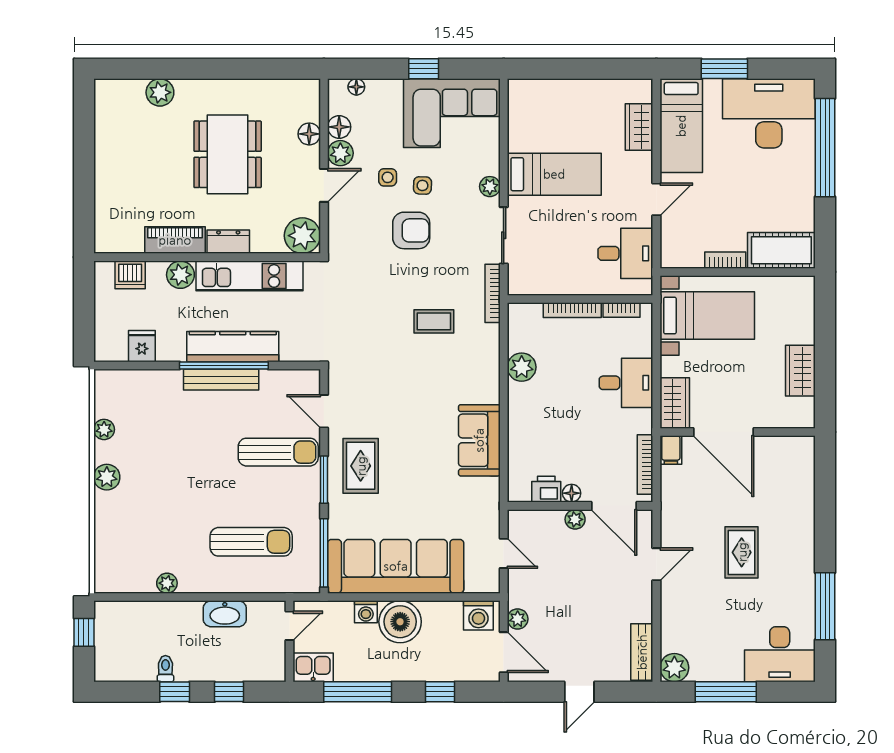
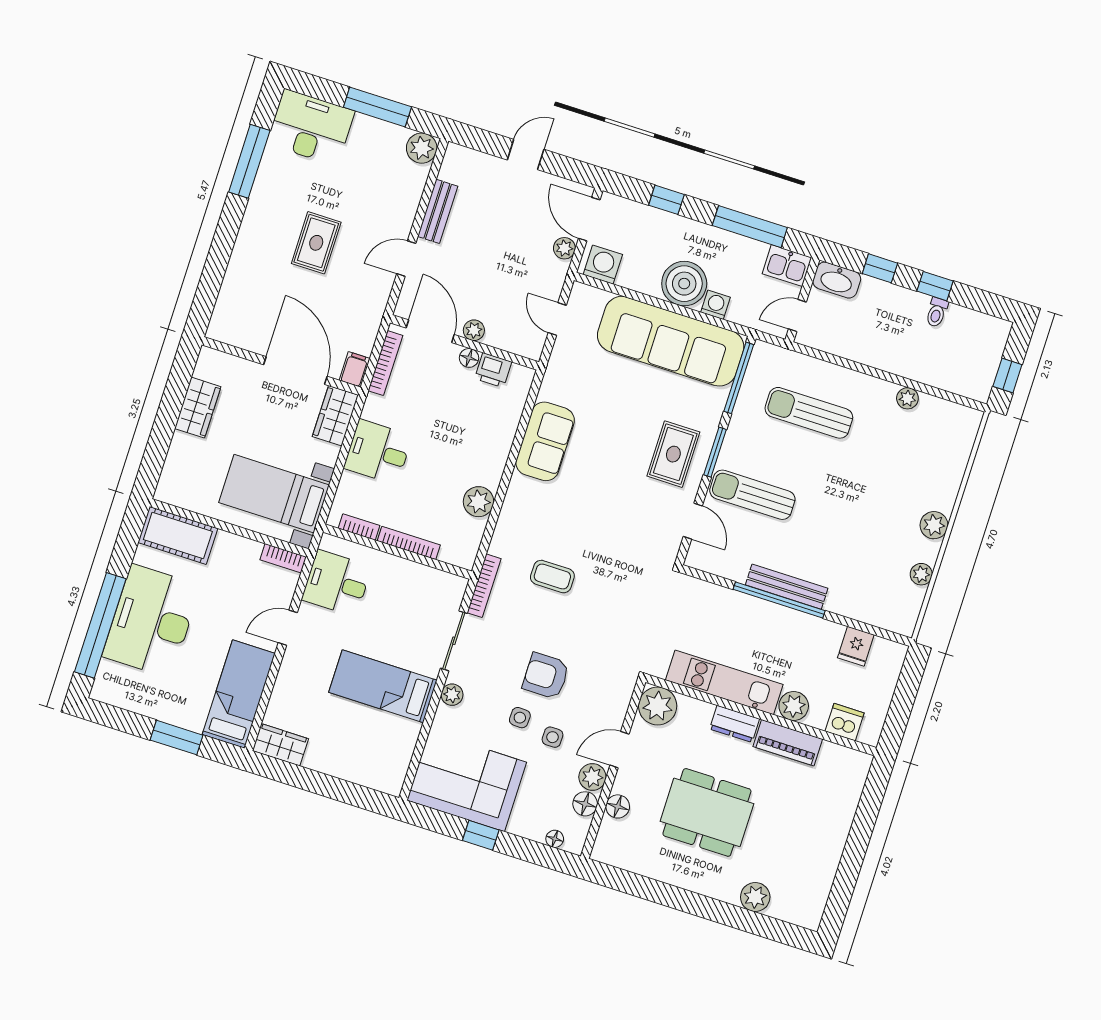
desk: (769, 113) -> (151, 621), moved, turned 90
wardrobe: (639, 127) -> (280, 745), moved, turned -90
dining table: (228, 154) -> (707, 812), turned 90
bookcase: (725, 260) -> (283, 558), moved
kitchen counter: (233, 347) -> (764, 616), removed
washbasin: (225, 614) -> (837, 280), moved, turned 180
bench: (642, 652) -> (438, 211), moved

